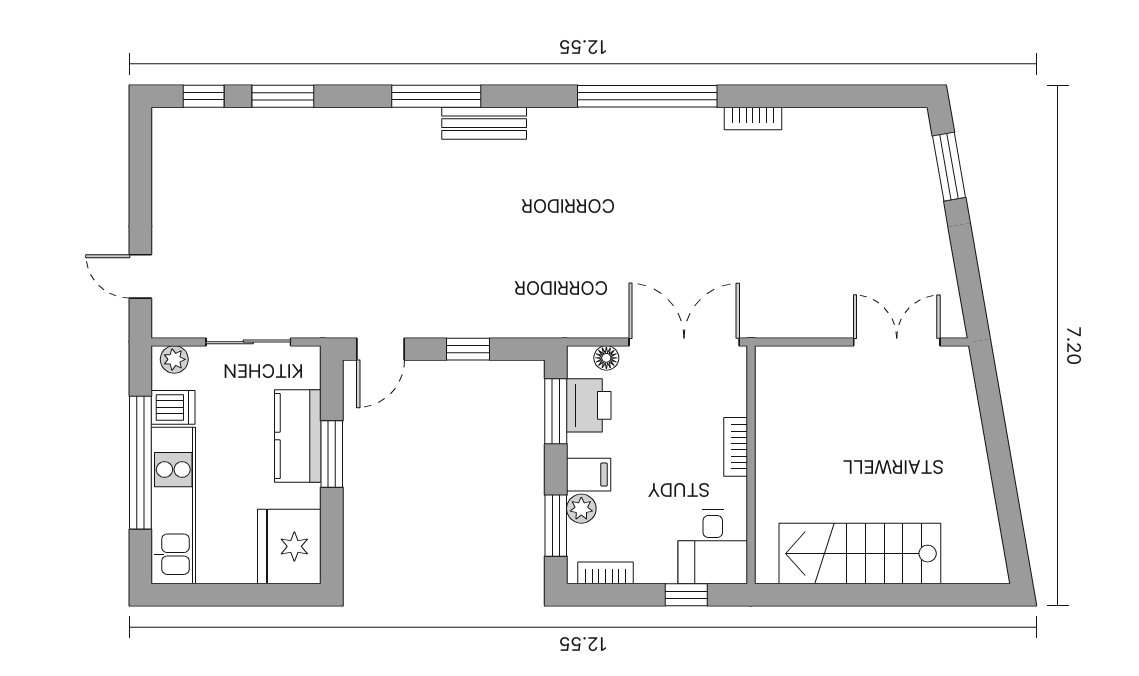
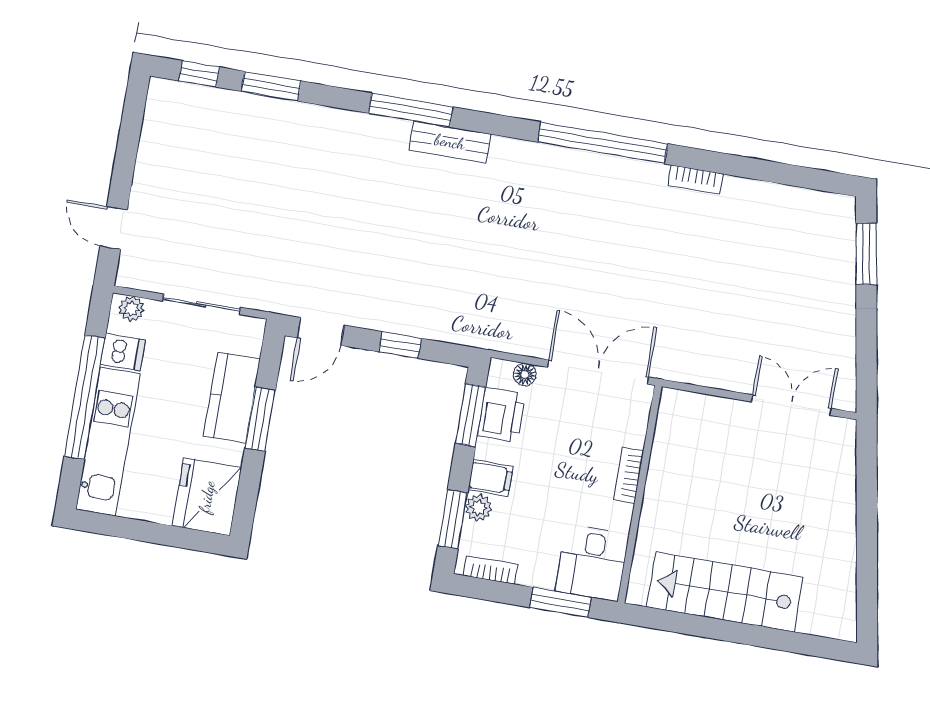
window: (686, 595) -> (561, 602), width x1.50

